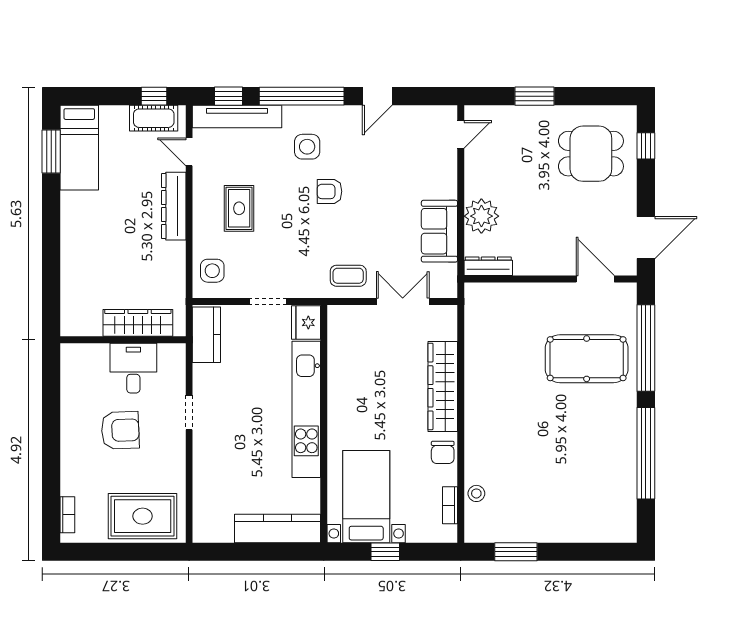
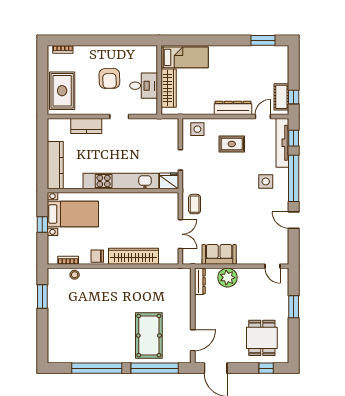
bed: (79, 148) -> (185, 57), moved, turned 180
armchair: (330, 191) -> (241, 194), removed
kitchen counter: (206, 335) -> (86, 126), moved

